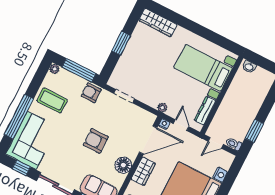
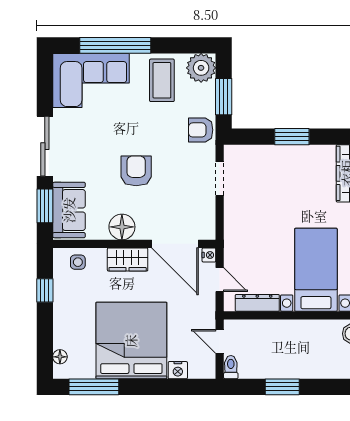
plant: (54, 69) -> (201, 68), width x1.88, depth x1.88
window: (79, 70) -> (224, 97), width x0.69
armchair: (91, 93) -> (201, 130), turned -90
plant: (162, 108) -> (231, 241), removed
door: (181, 125) -> (220, 280), hinge flipped
window: (254, 131) -> (282, 387), moved
window: (21, 168) -> (45, 86), removed

